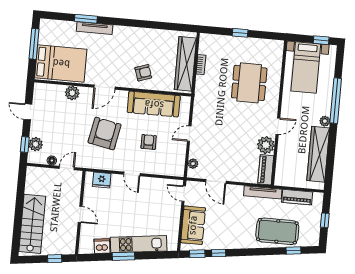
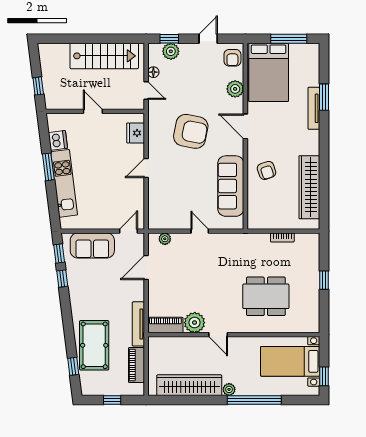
wardrobe: (185, 64) -> (309, 187), moved, turned -90
armchair: (149, 142) -> (232, 58), moved, turned 90
door: (80, 214) -> (93, 111), swing flipped
stairs: (32, 224) -> (104, 56), moved

